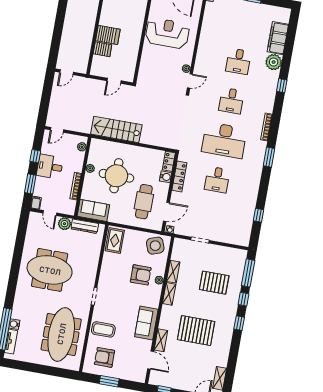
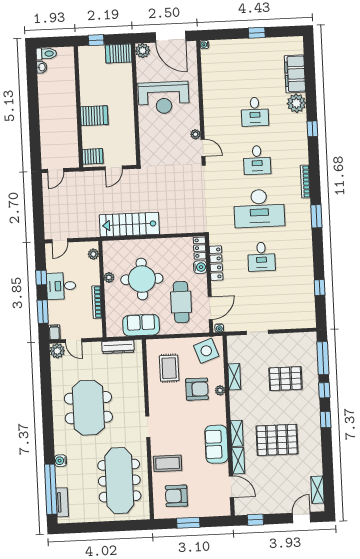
reception desk: (167, 33) -> (164, 98), turned 180
server rack: (102, 49) -> (93, 156), moved
door: (190, 81) -> (203, 148), hinge flipped
sofa: (93, 210) -> (141, 325), moved
plant: (64, 224) -> (57, 351), moved
rug: (115, 241) -> (169, 368), moved
meeting table: (50, 270) -> (88, 408), turned 90
shelving: (169, 294) -> (237, 433), moved
water cooler: (14, 324) -> (61, 461), moved

